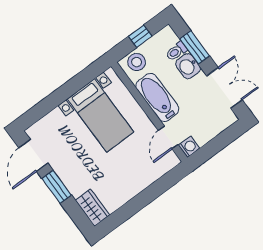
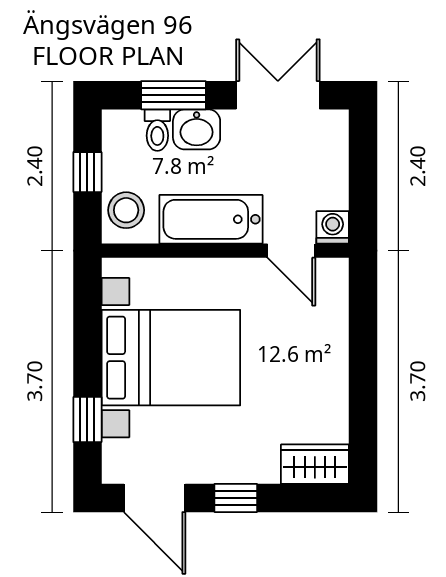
window: (45, 107) -> (87, 420), added
bed with nightstands: (101, 116) -> (171, 358), width x1.36
window: (57, 187) -> (236, 498), width x0.67

